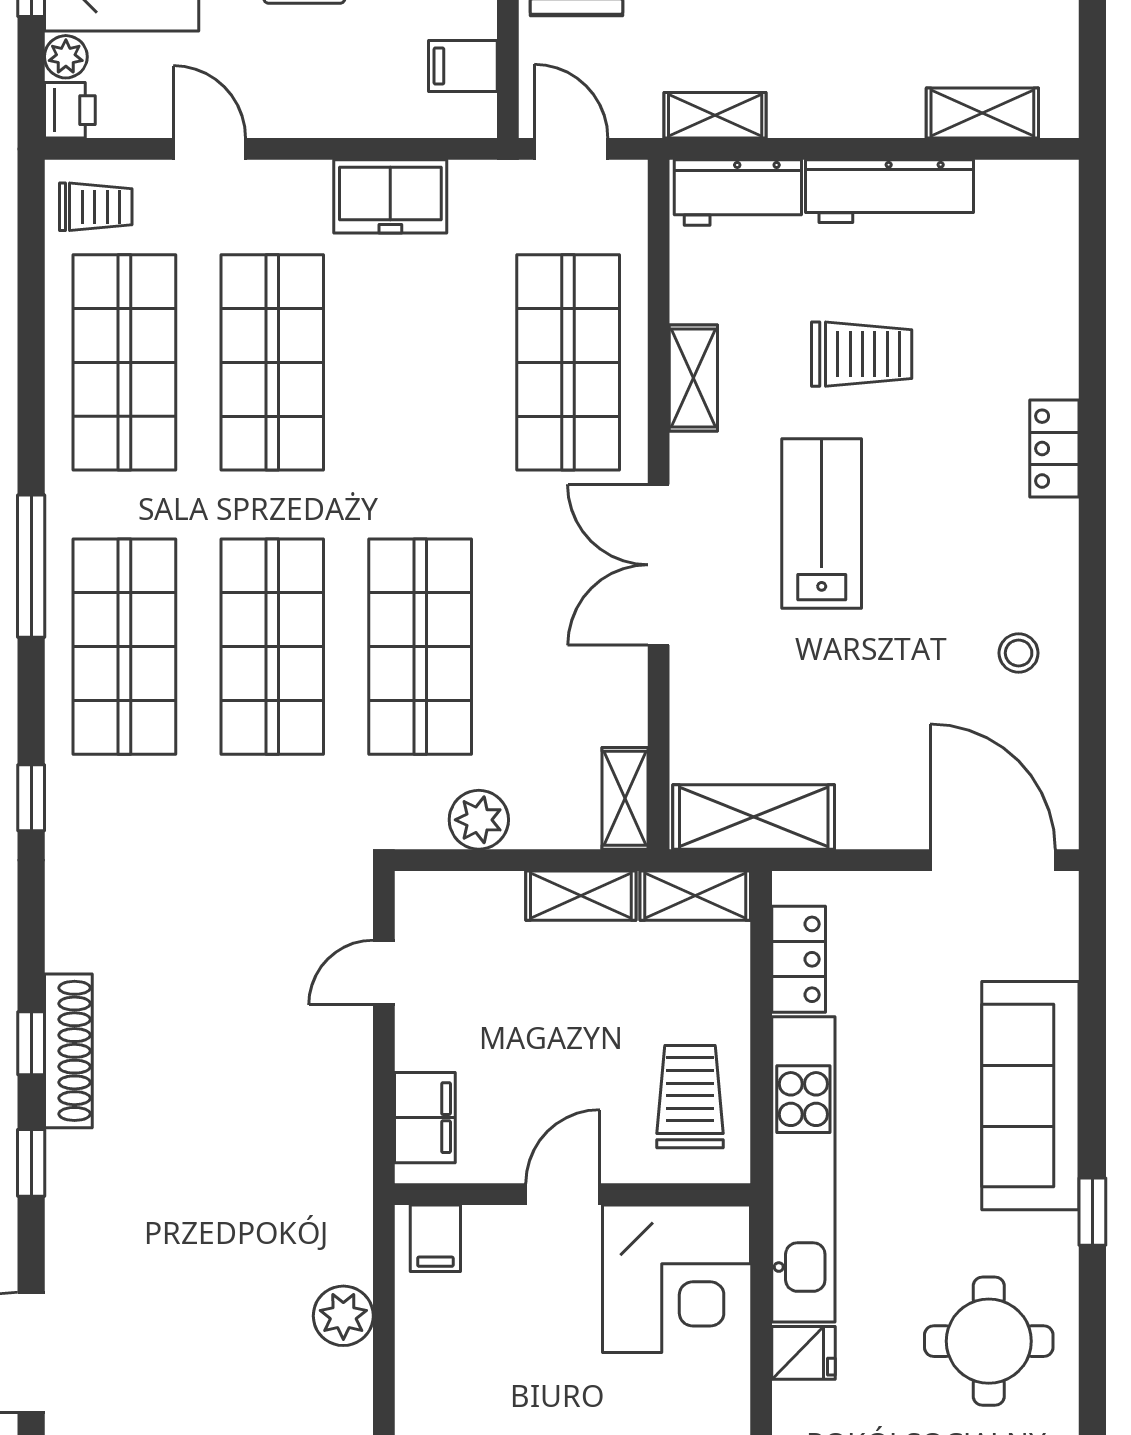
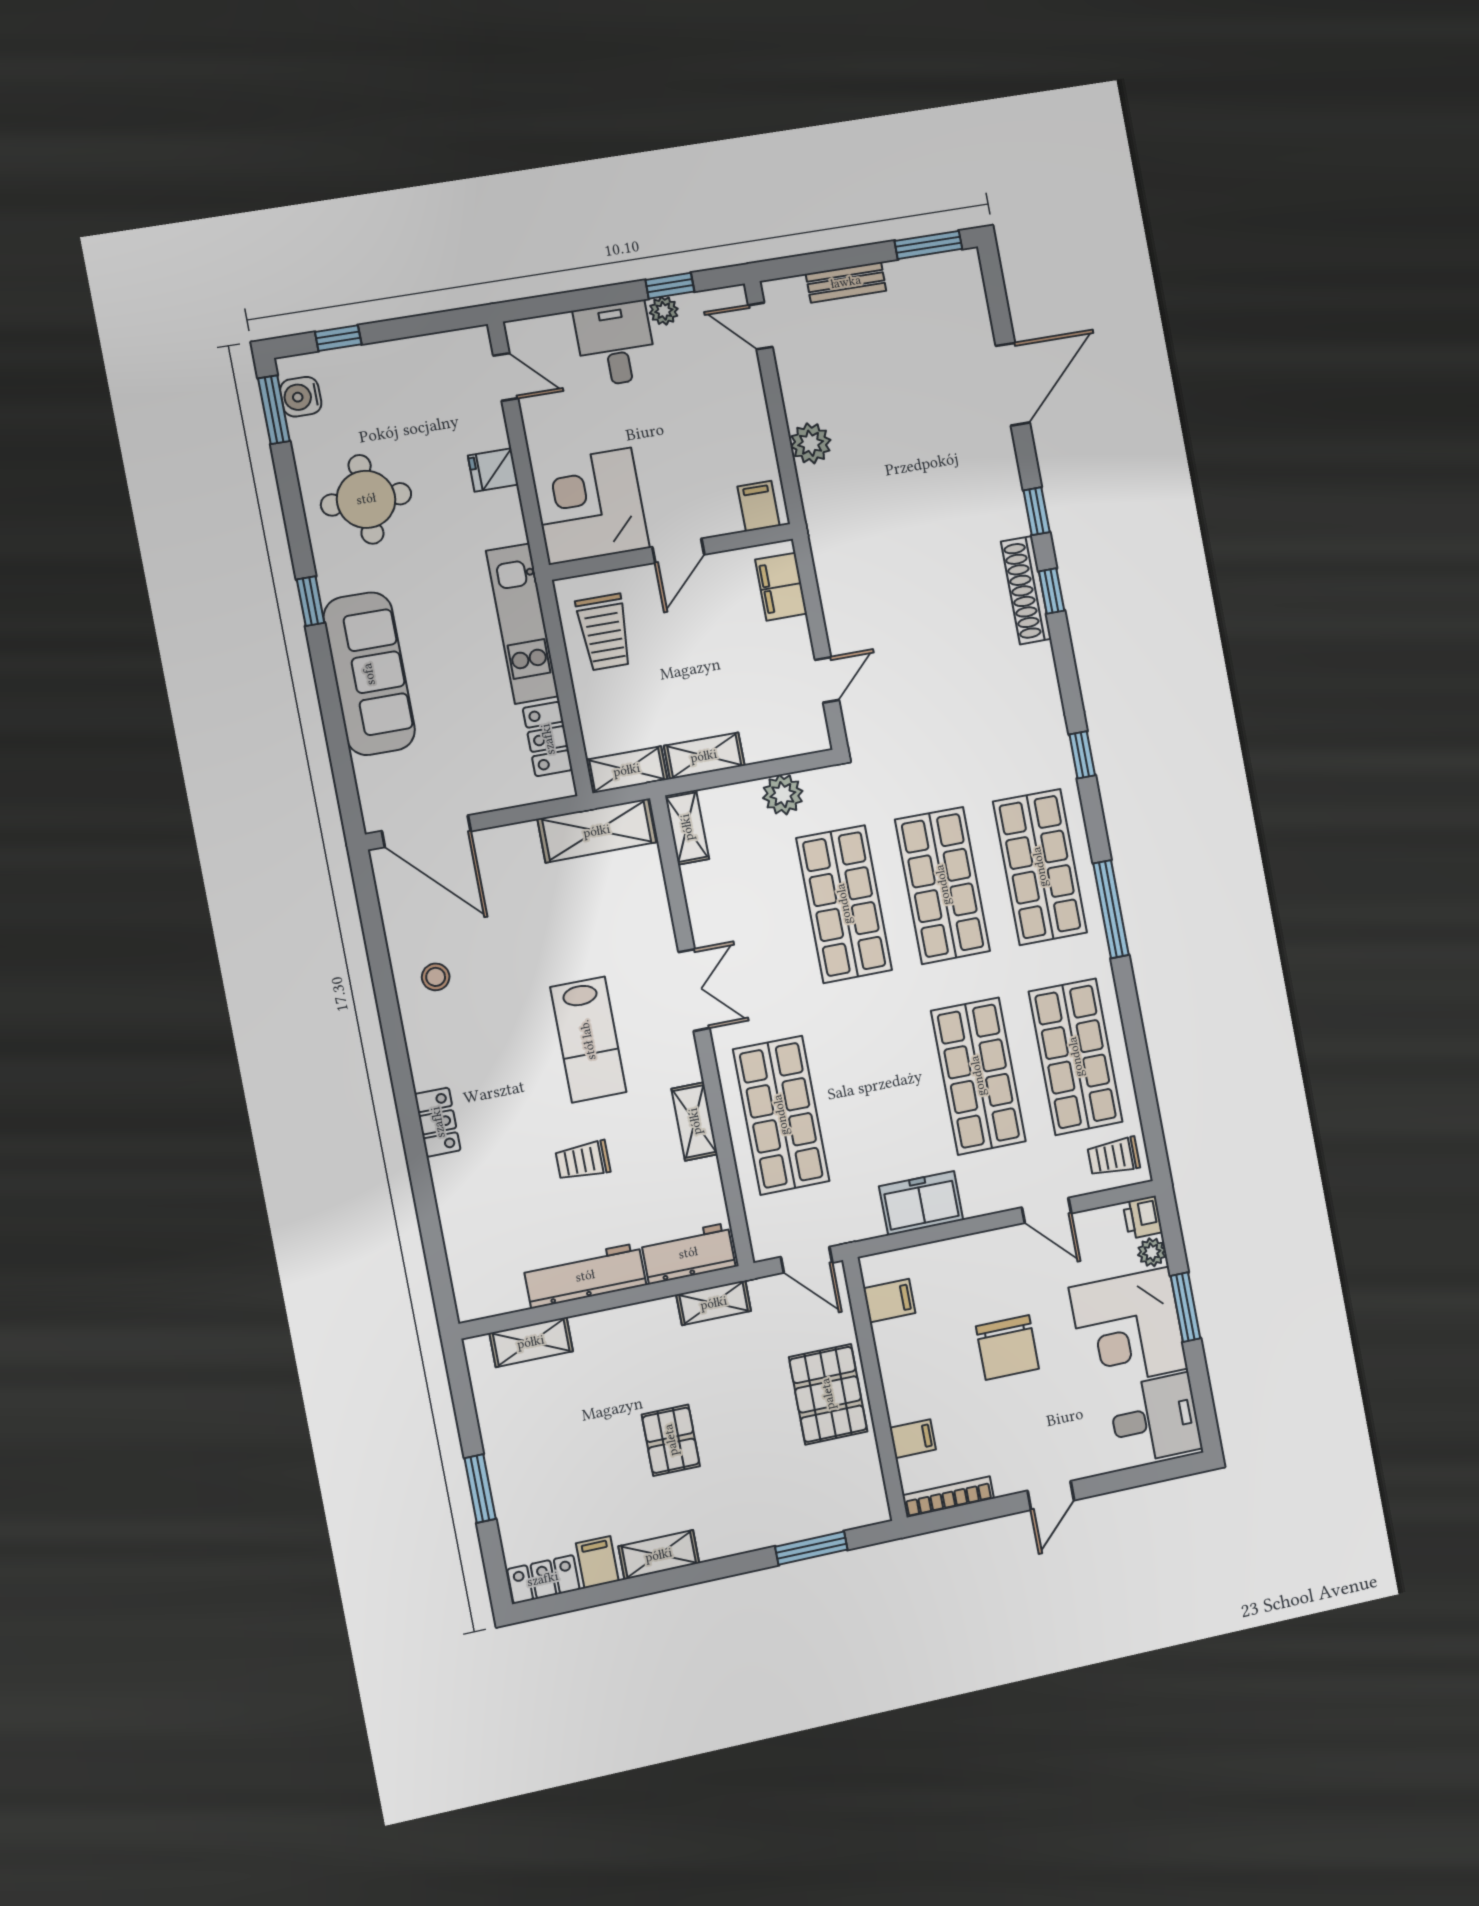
trolley: (862, 354) -> (583, 1161), width x0.73, depth x0.72
double door: (659, 565) -> (694, 990), width x0.73
kitchen unit: (803, 1169) -> (522, 624), width x0.73

